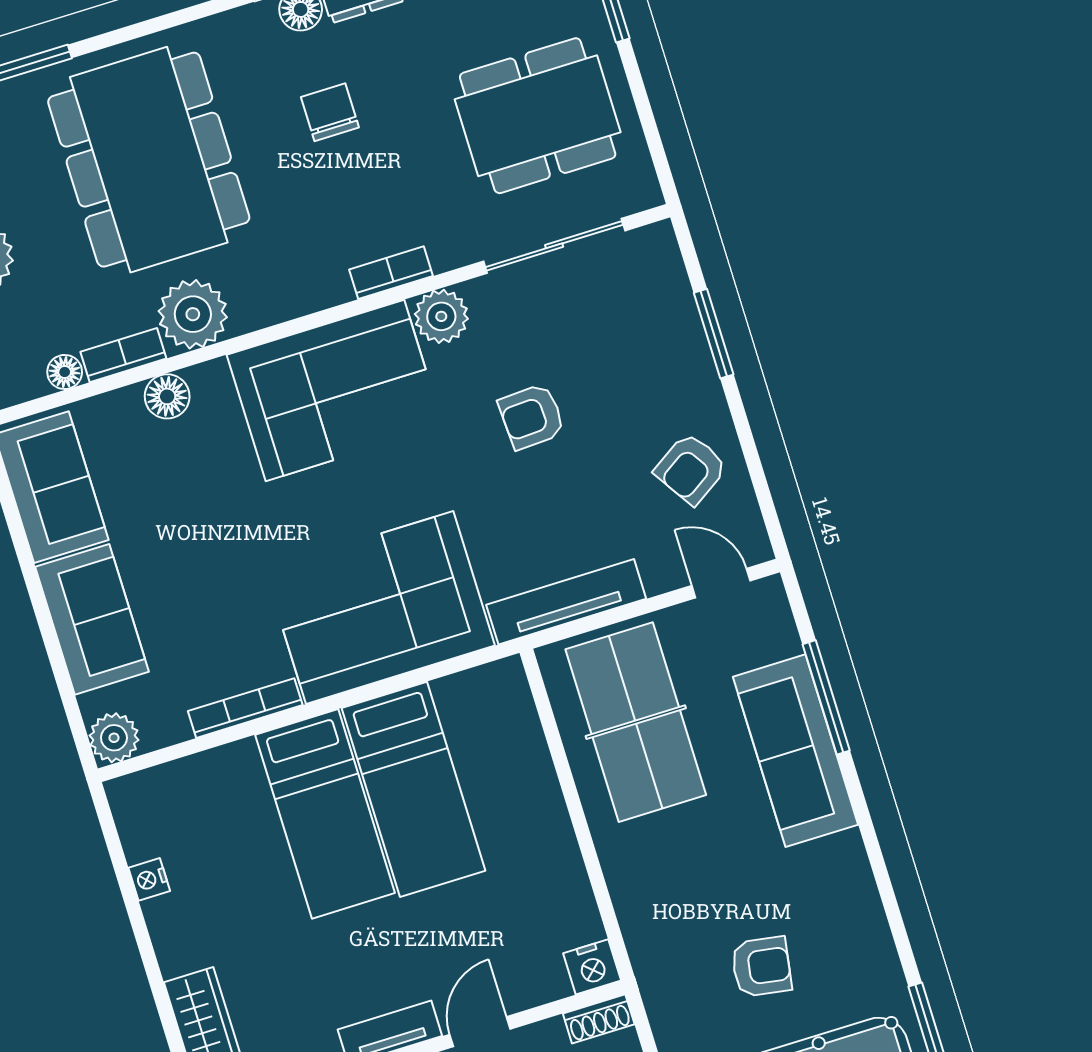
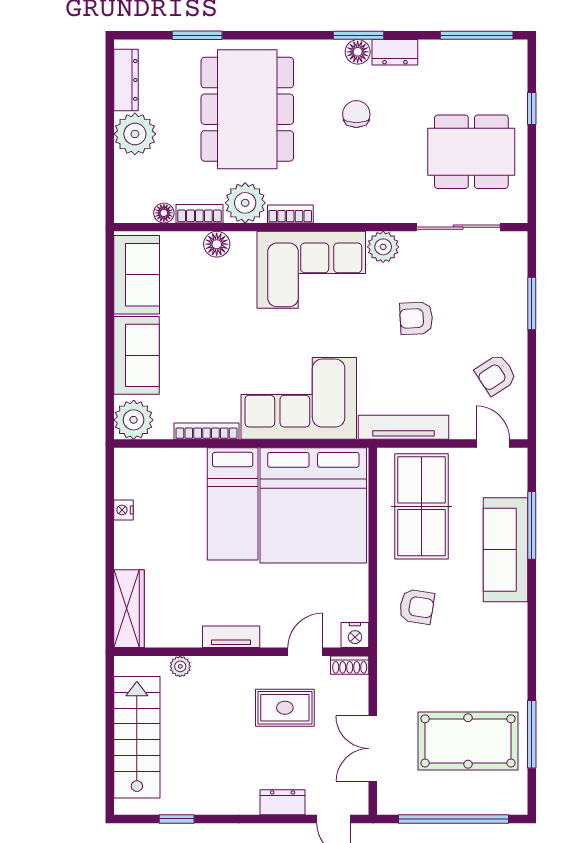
bookcase: (391, 273) -> (290, 214), moved
plant: (114, 738) -> (134, 420), width x1.36, depth x1.36
bed: (414, 789) -> (313, 505), width x2.04
armchair: (761, 967) -> (417, 607), moved
door: (480, 1032) -> (305, 652), moved

